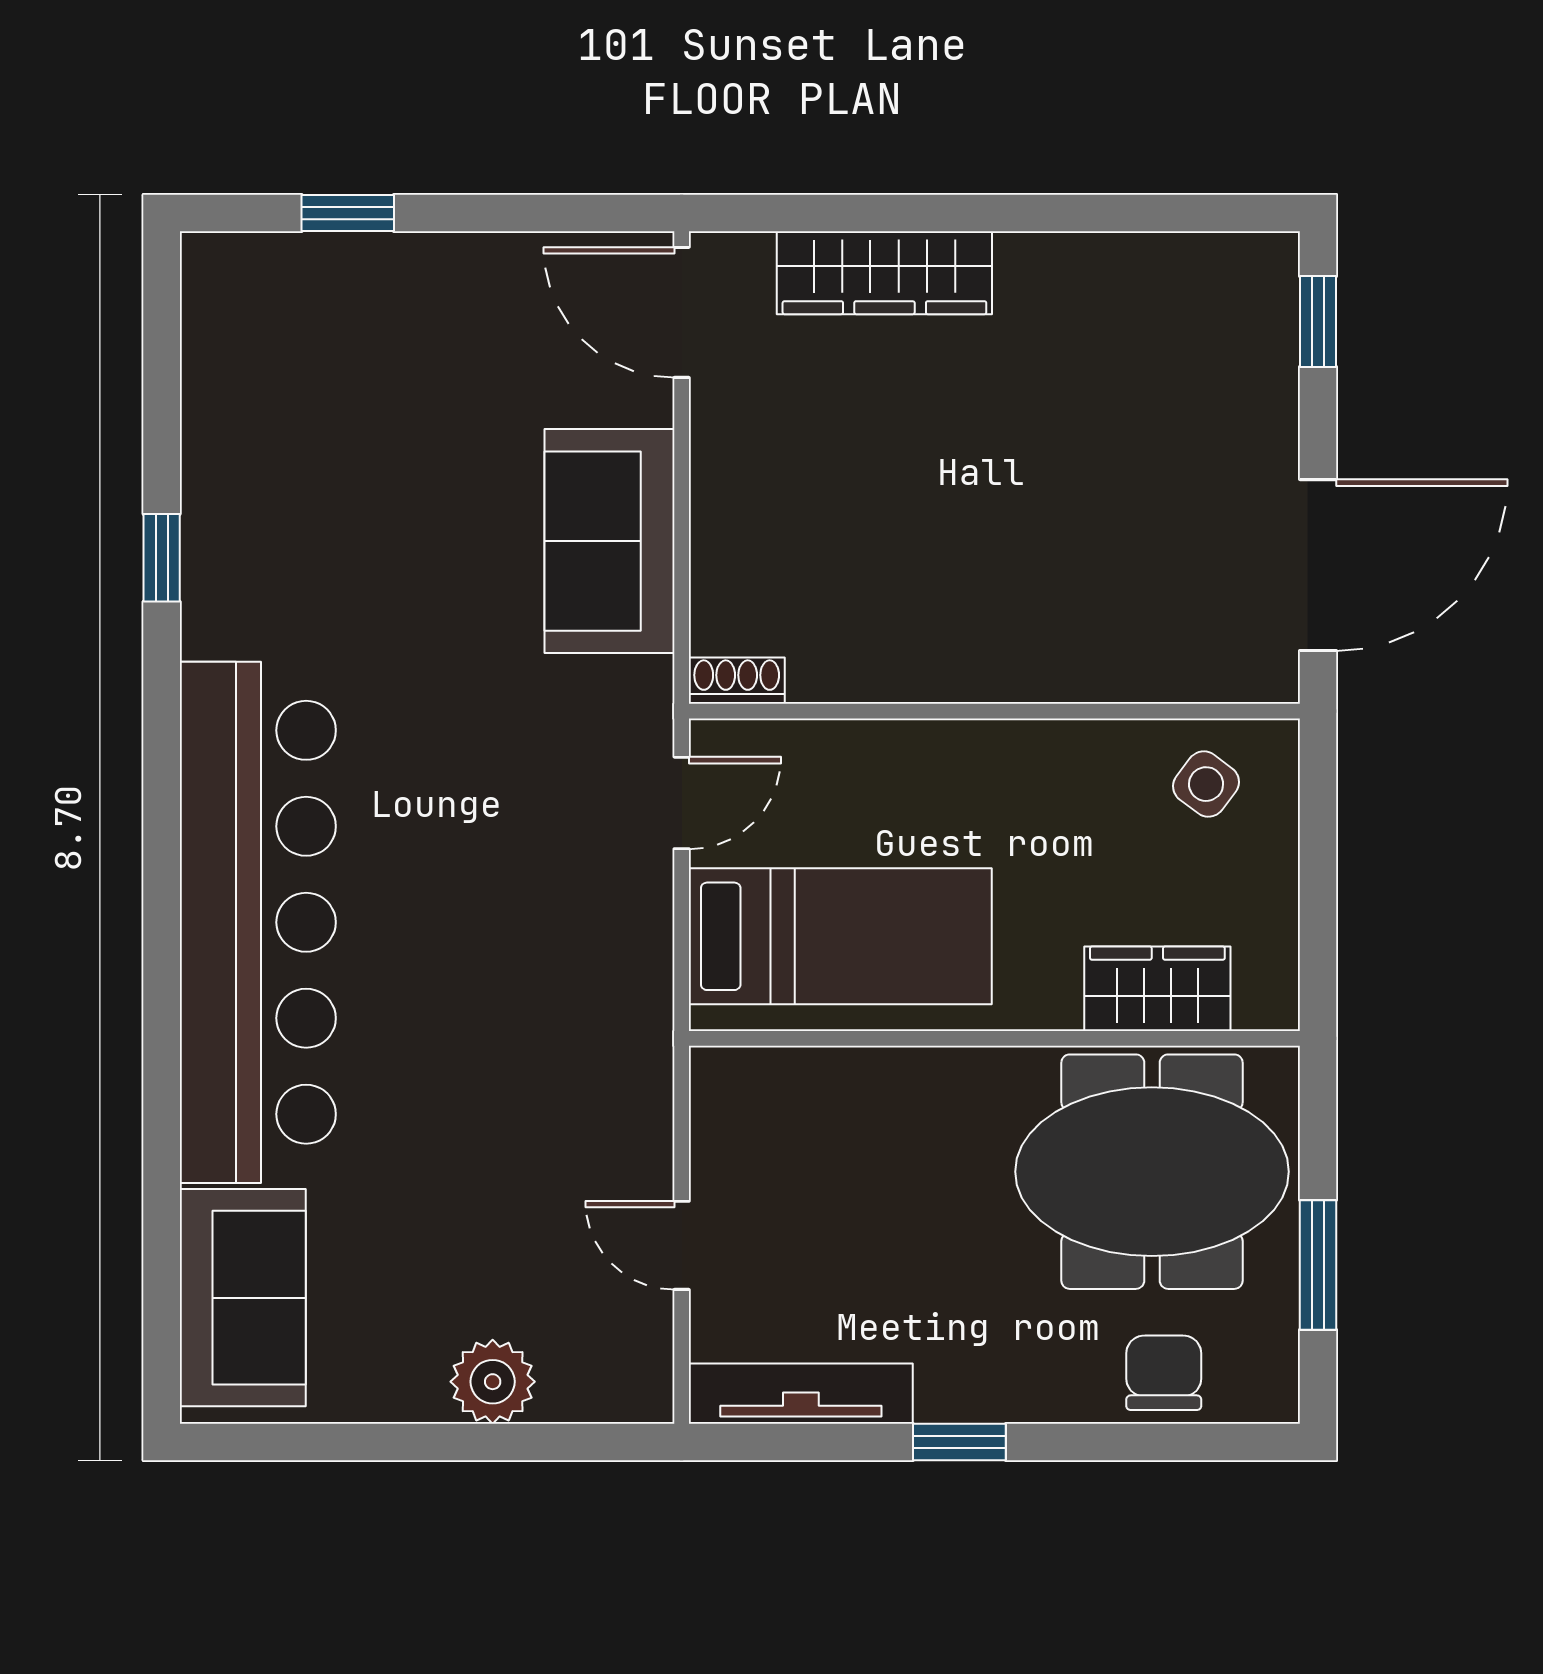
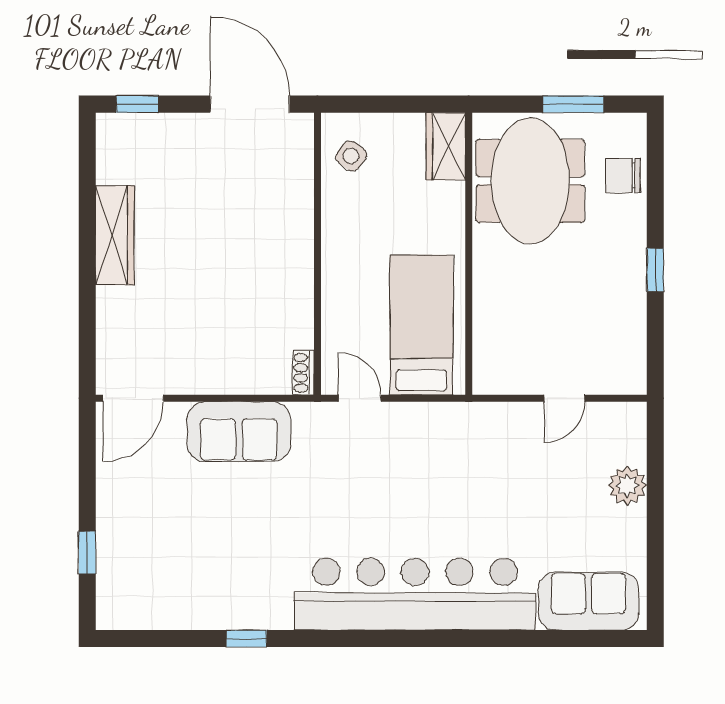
wardrobe: (884, 273) -> (115, 235), moved
wardrobe: (1157, 989) -> (446, 146), moved
tv unit: (801, 1394) -> (633, 343), removed

